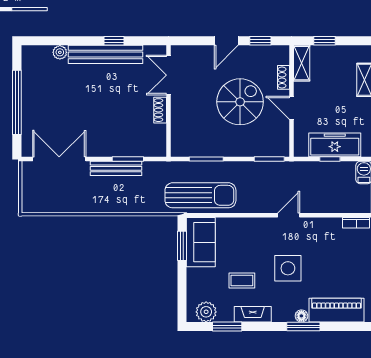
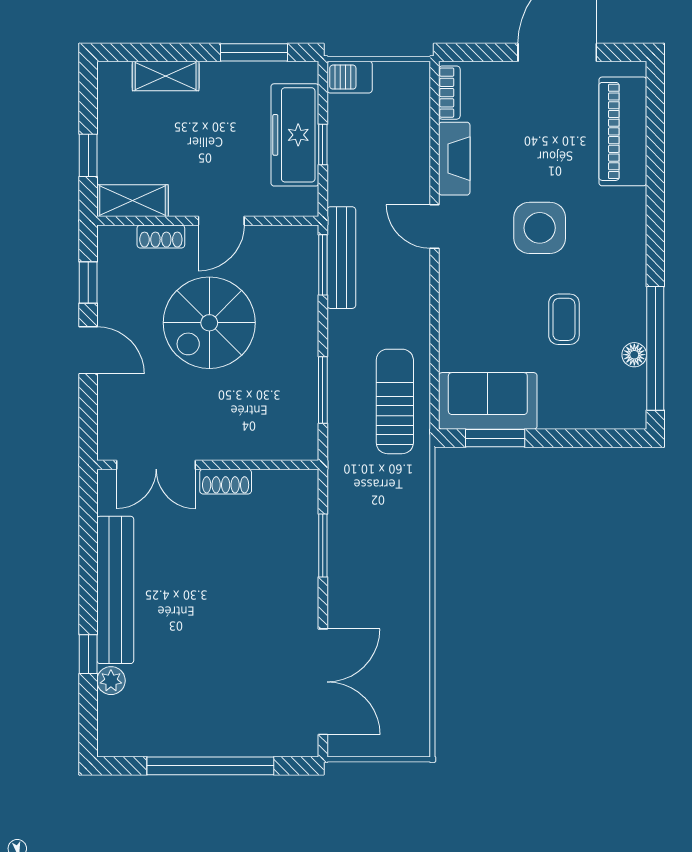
window: (114, 41) -> (88, 654), moved
spiral stairs: (240, 102) -> (209, 323), turned -90
double door: (59, 159) -> (323, 682), swing flipped
bench: (116, 168) -> (341, 258), moved
sun lounger: (200, 195) -> (395, 401), width x0.73, depth x0.75
plant: (206, 312) -> (626, 390), removed
fireplace: (253, 314) -> (454, 159), moved, turned 180
floor lamp: (301, 316) -> (634, 355), moved
window: (227, 326) -> (655, 348), width x2.11
window: (303, 326) -> (655, 197), removed

